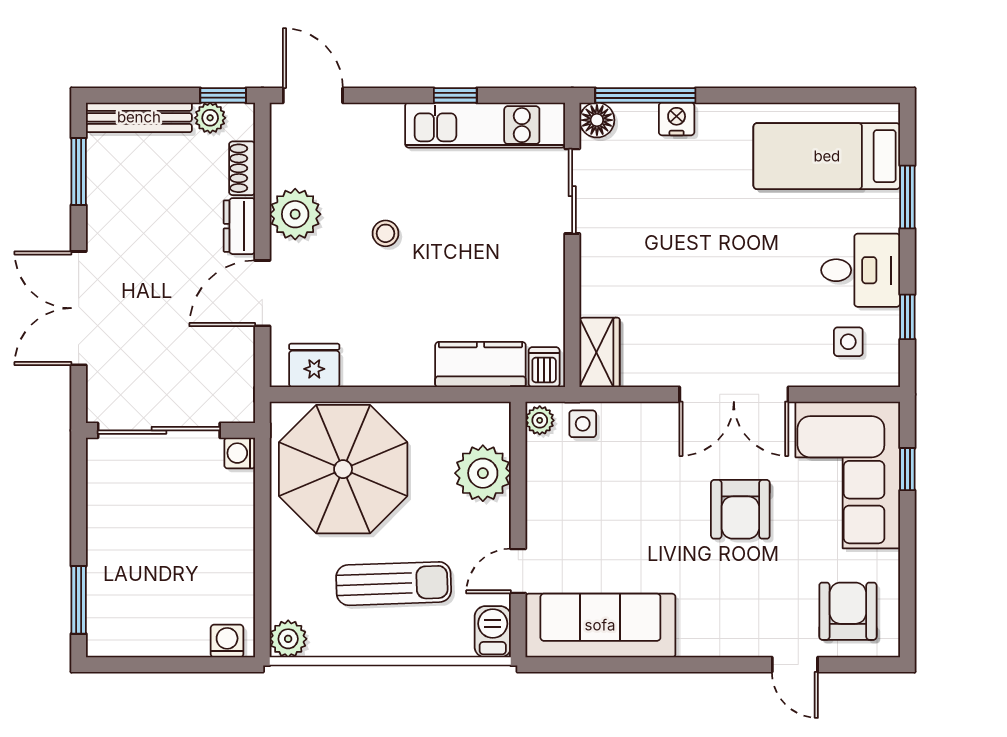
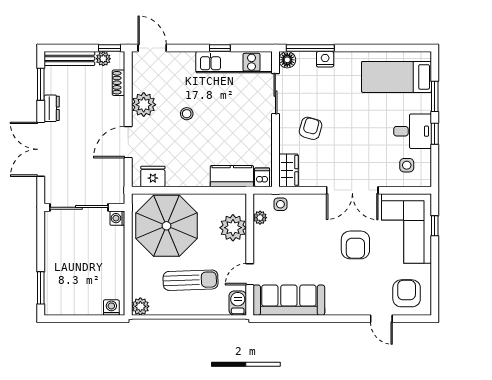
dresser: (239, 226) -> (52, 108), moved, turned 180
armchair: (646, 264) -> (311, 128), added
window: (907, 317) -> (435, 134), moved
plant: (540, 420) -> (260, 218), moved

